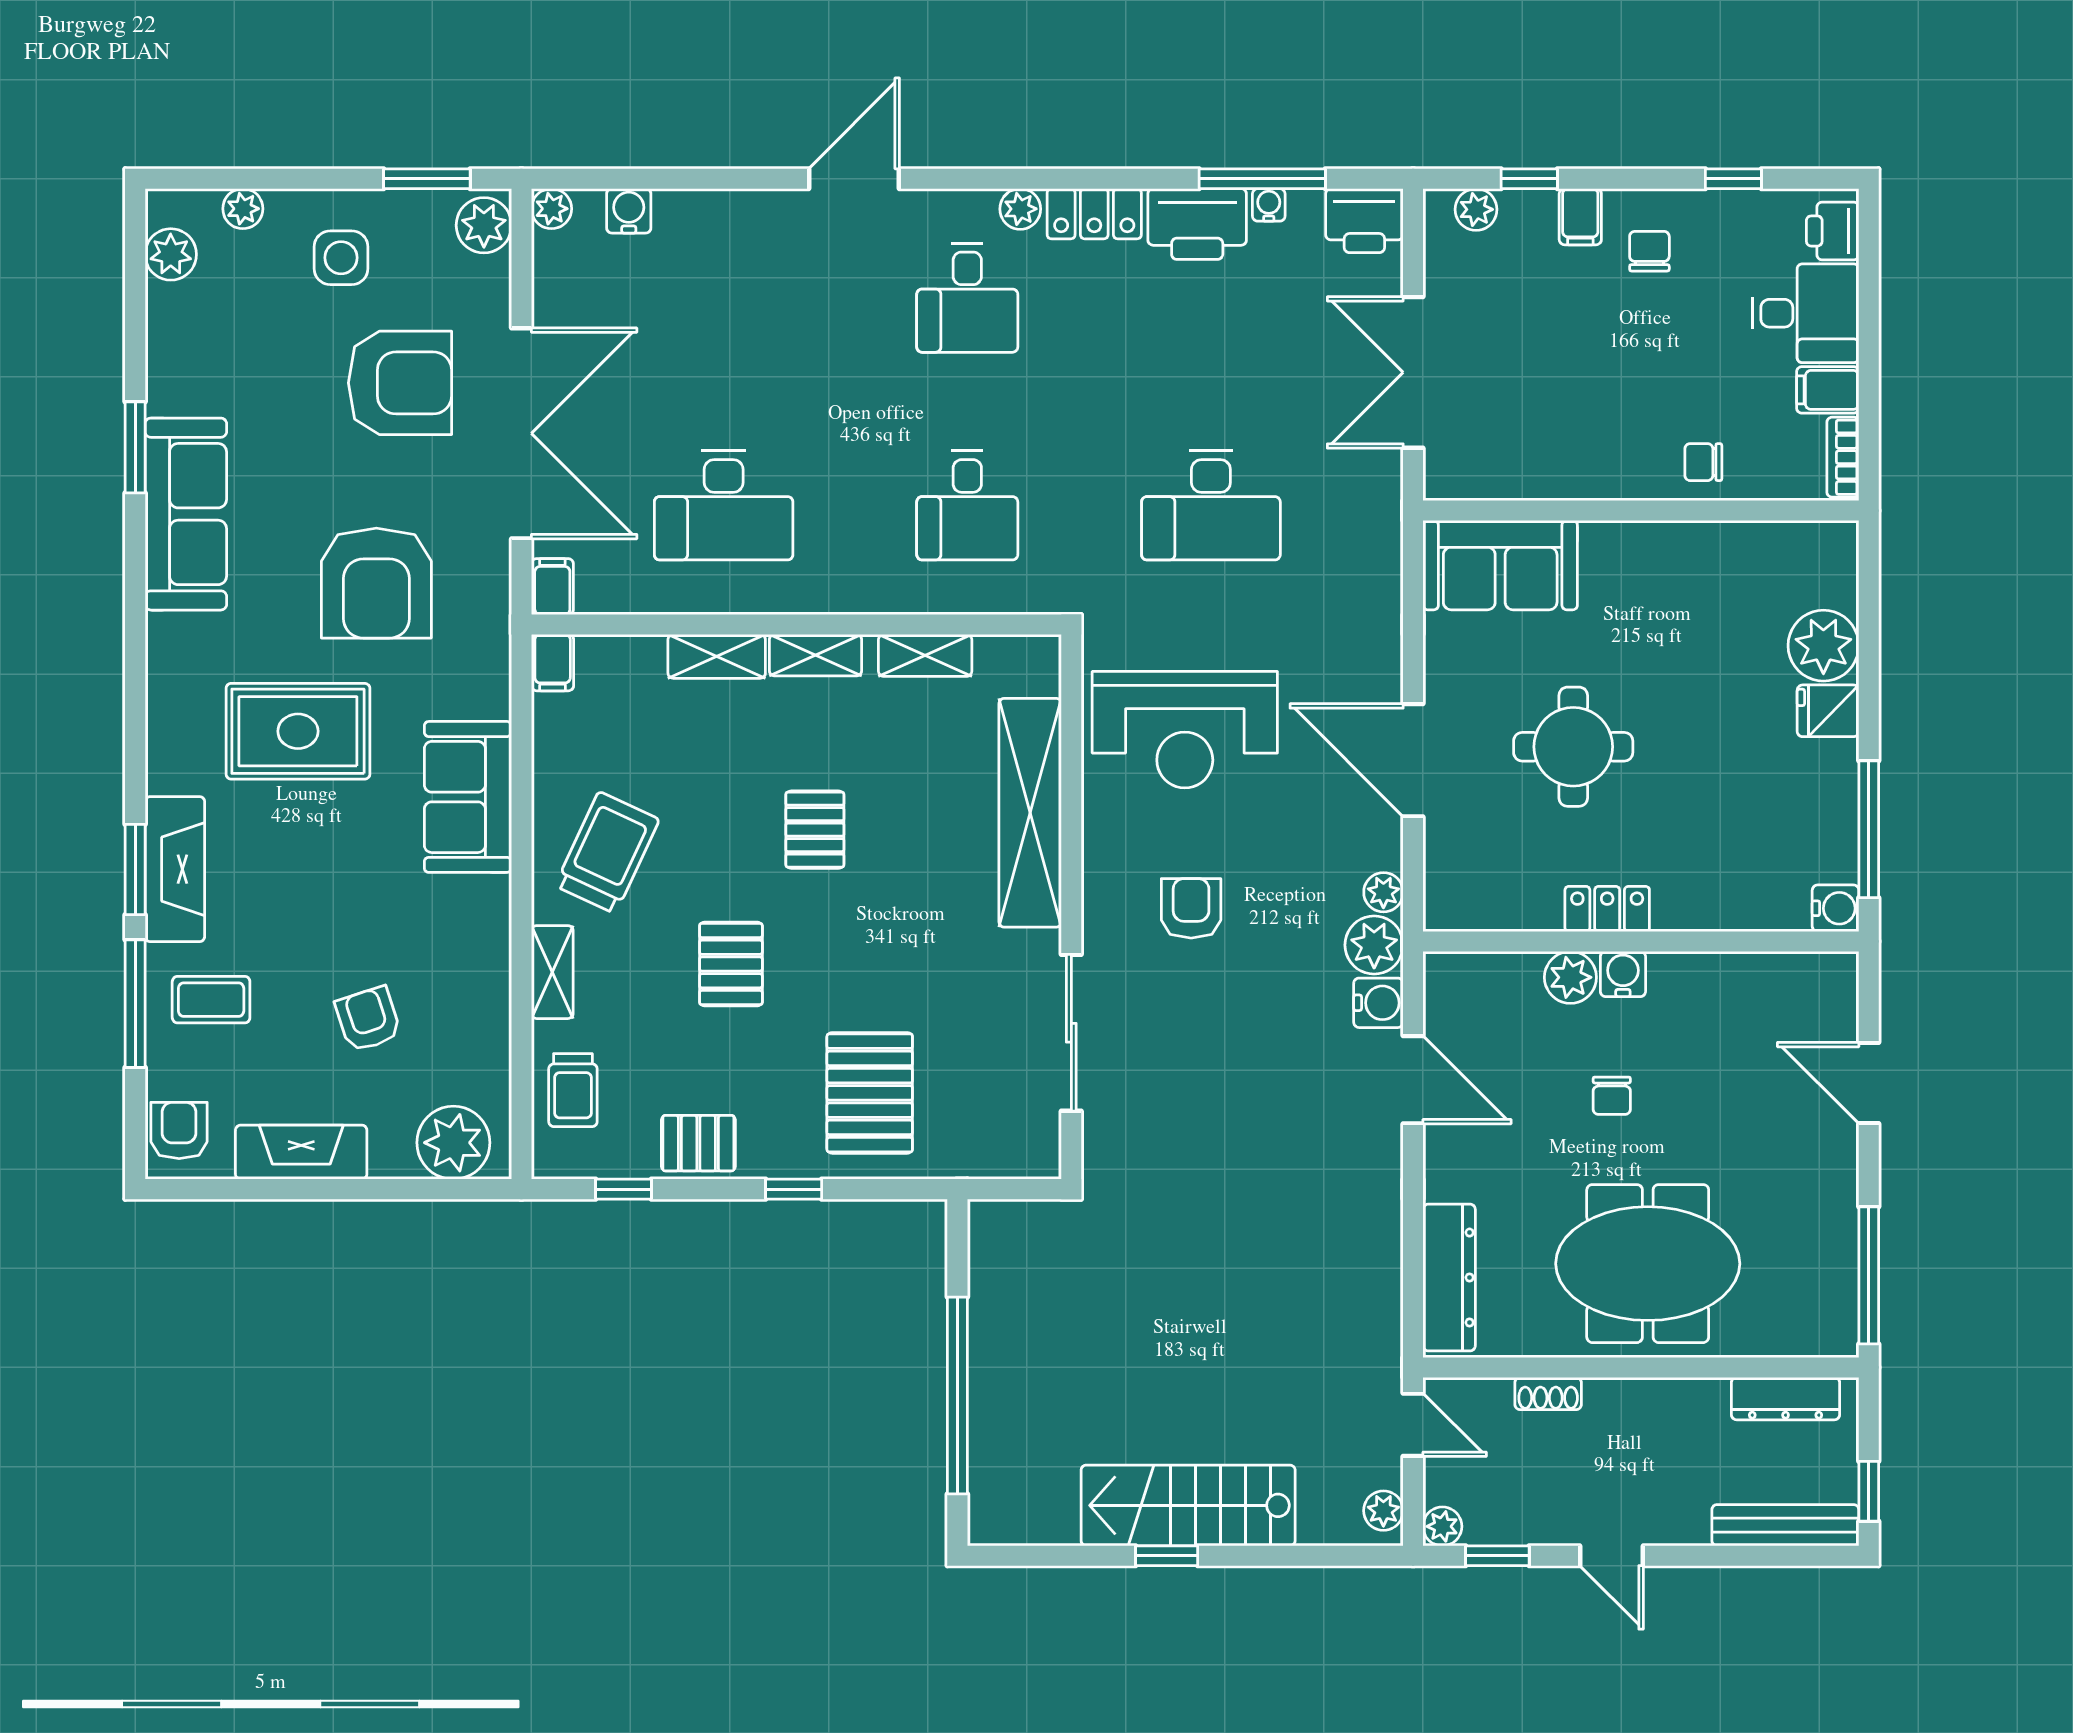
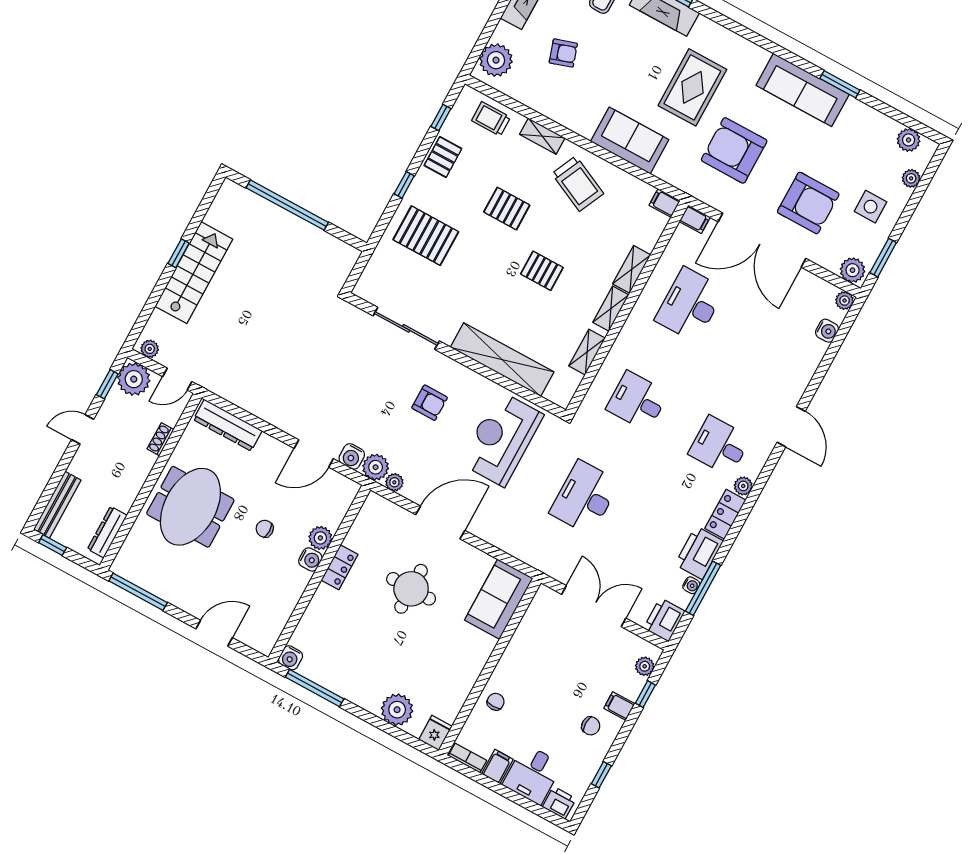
armchair: (400, 383) -> (808, 203), turned -90
fridge: (1828, 711) -> (435, 733), moved
plant: (1442, 1526) -> (134, 379), width x1.88, depth x1.88

